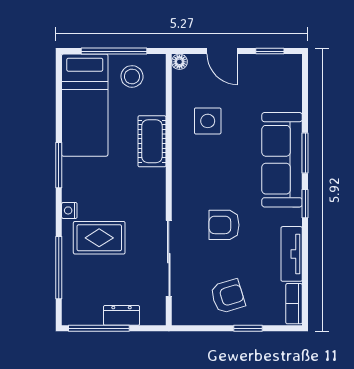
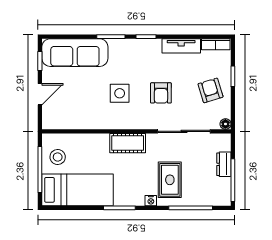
floor lamp: (179, 62) -> (225, 124), moved
side table: (208, 121) -> (120, 93), moved
cot: (152, 141) -> (128, 143), moved
sofa: (282, 160) -> (75, 53), moved

